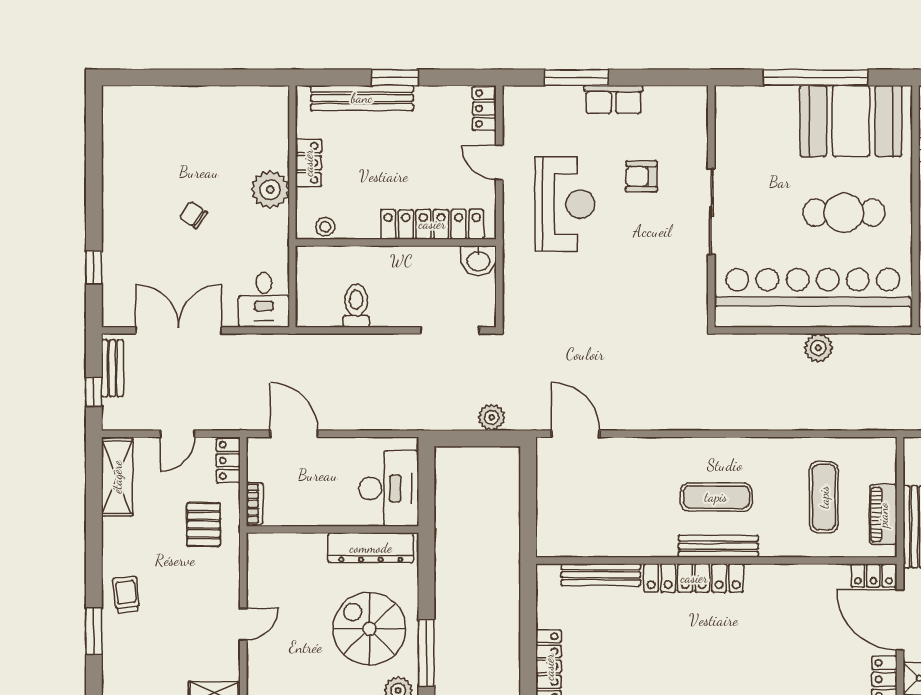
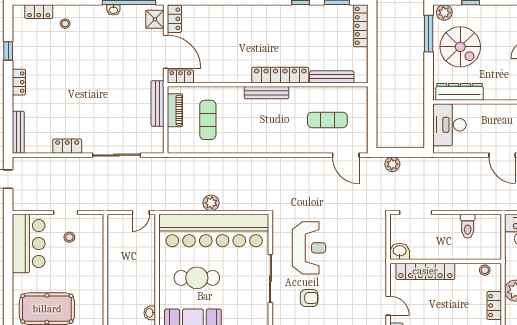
reception desk: (565, 204) -> (309, 248), moved, turned 180
exercise mat: (716, 497) -> (327, 120), moved

